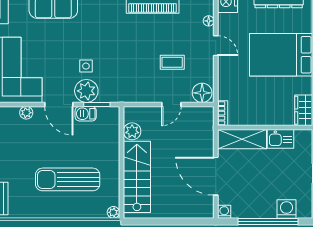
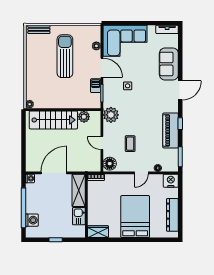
plant: (86, 91) -> (111, 115), moved
door: (59, 104) -> (102, 68), swing flipped
sun lounger: (68, 179) -> (65, 56), moved

